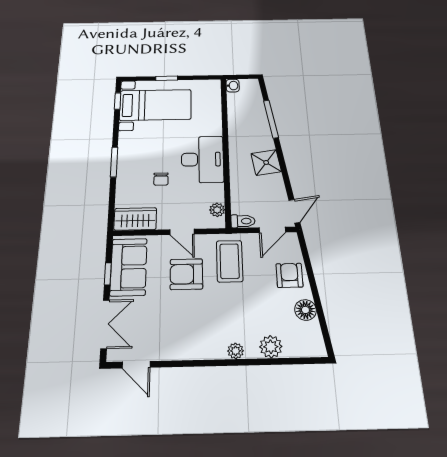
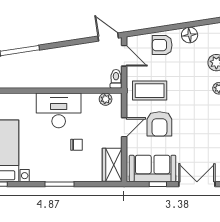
shower: (266, 162) -> (63, 57), removed

